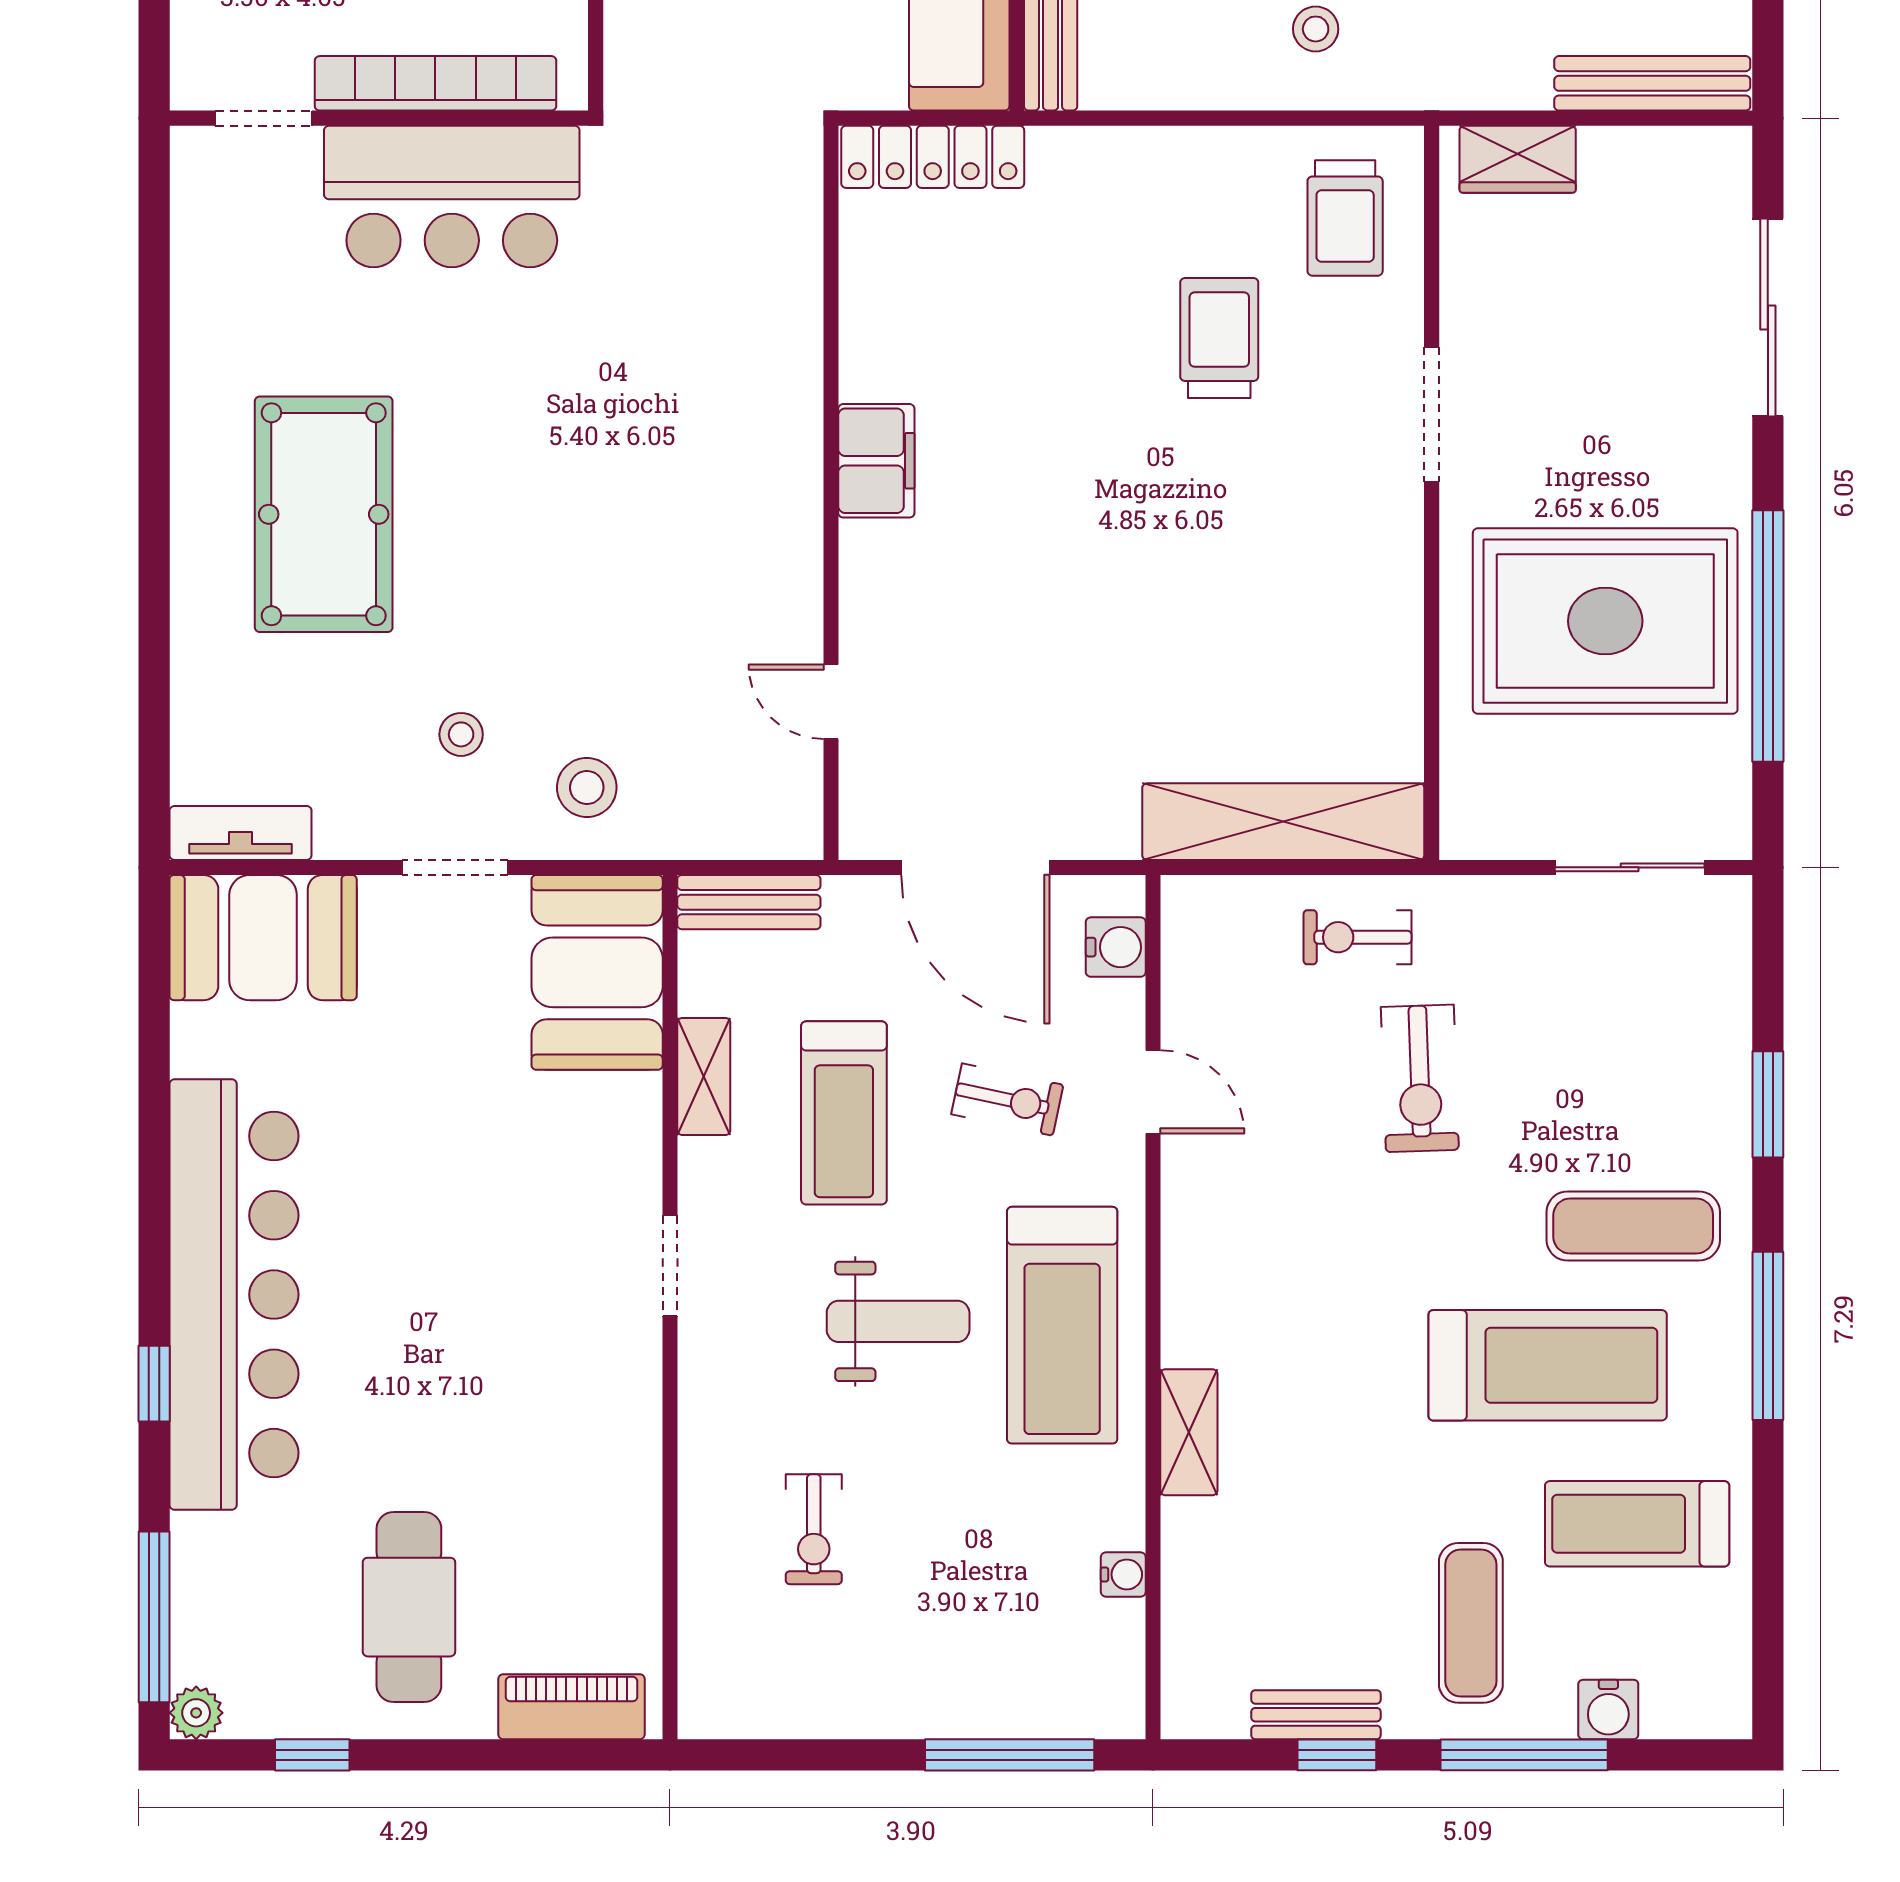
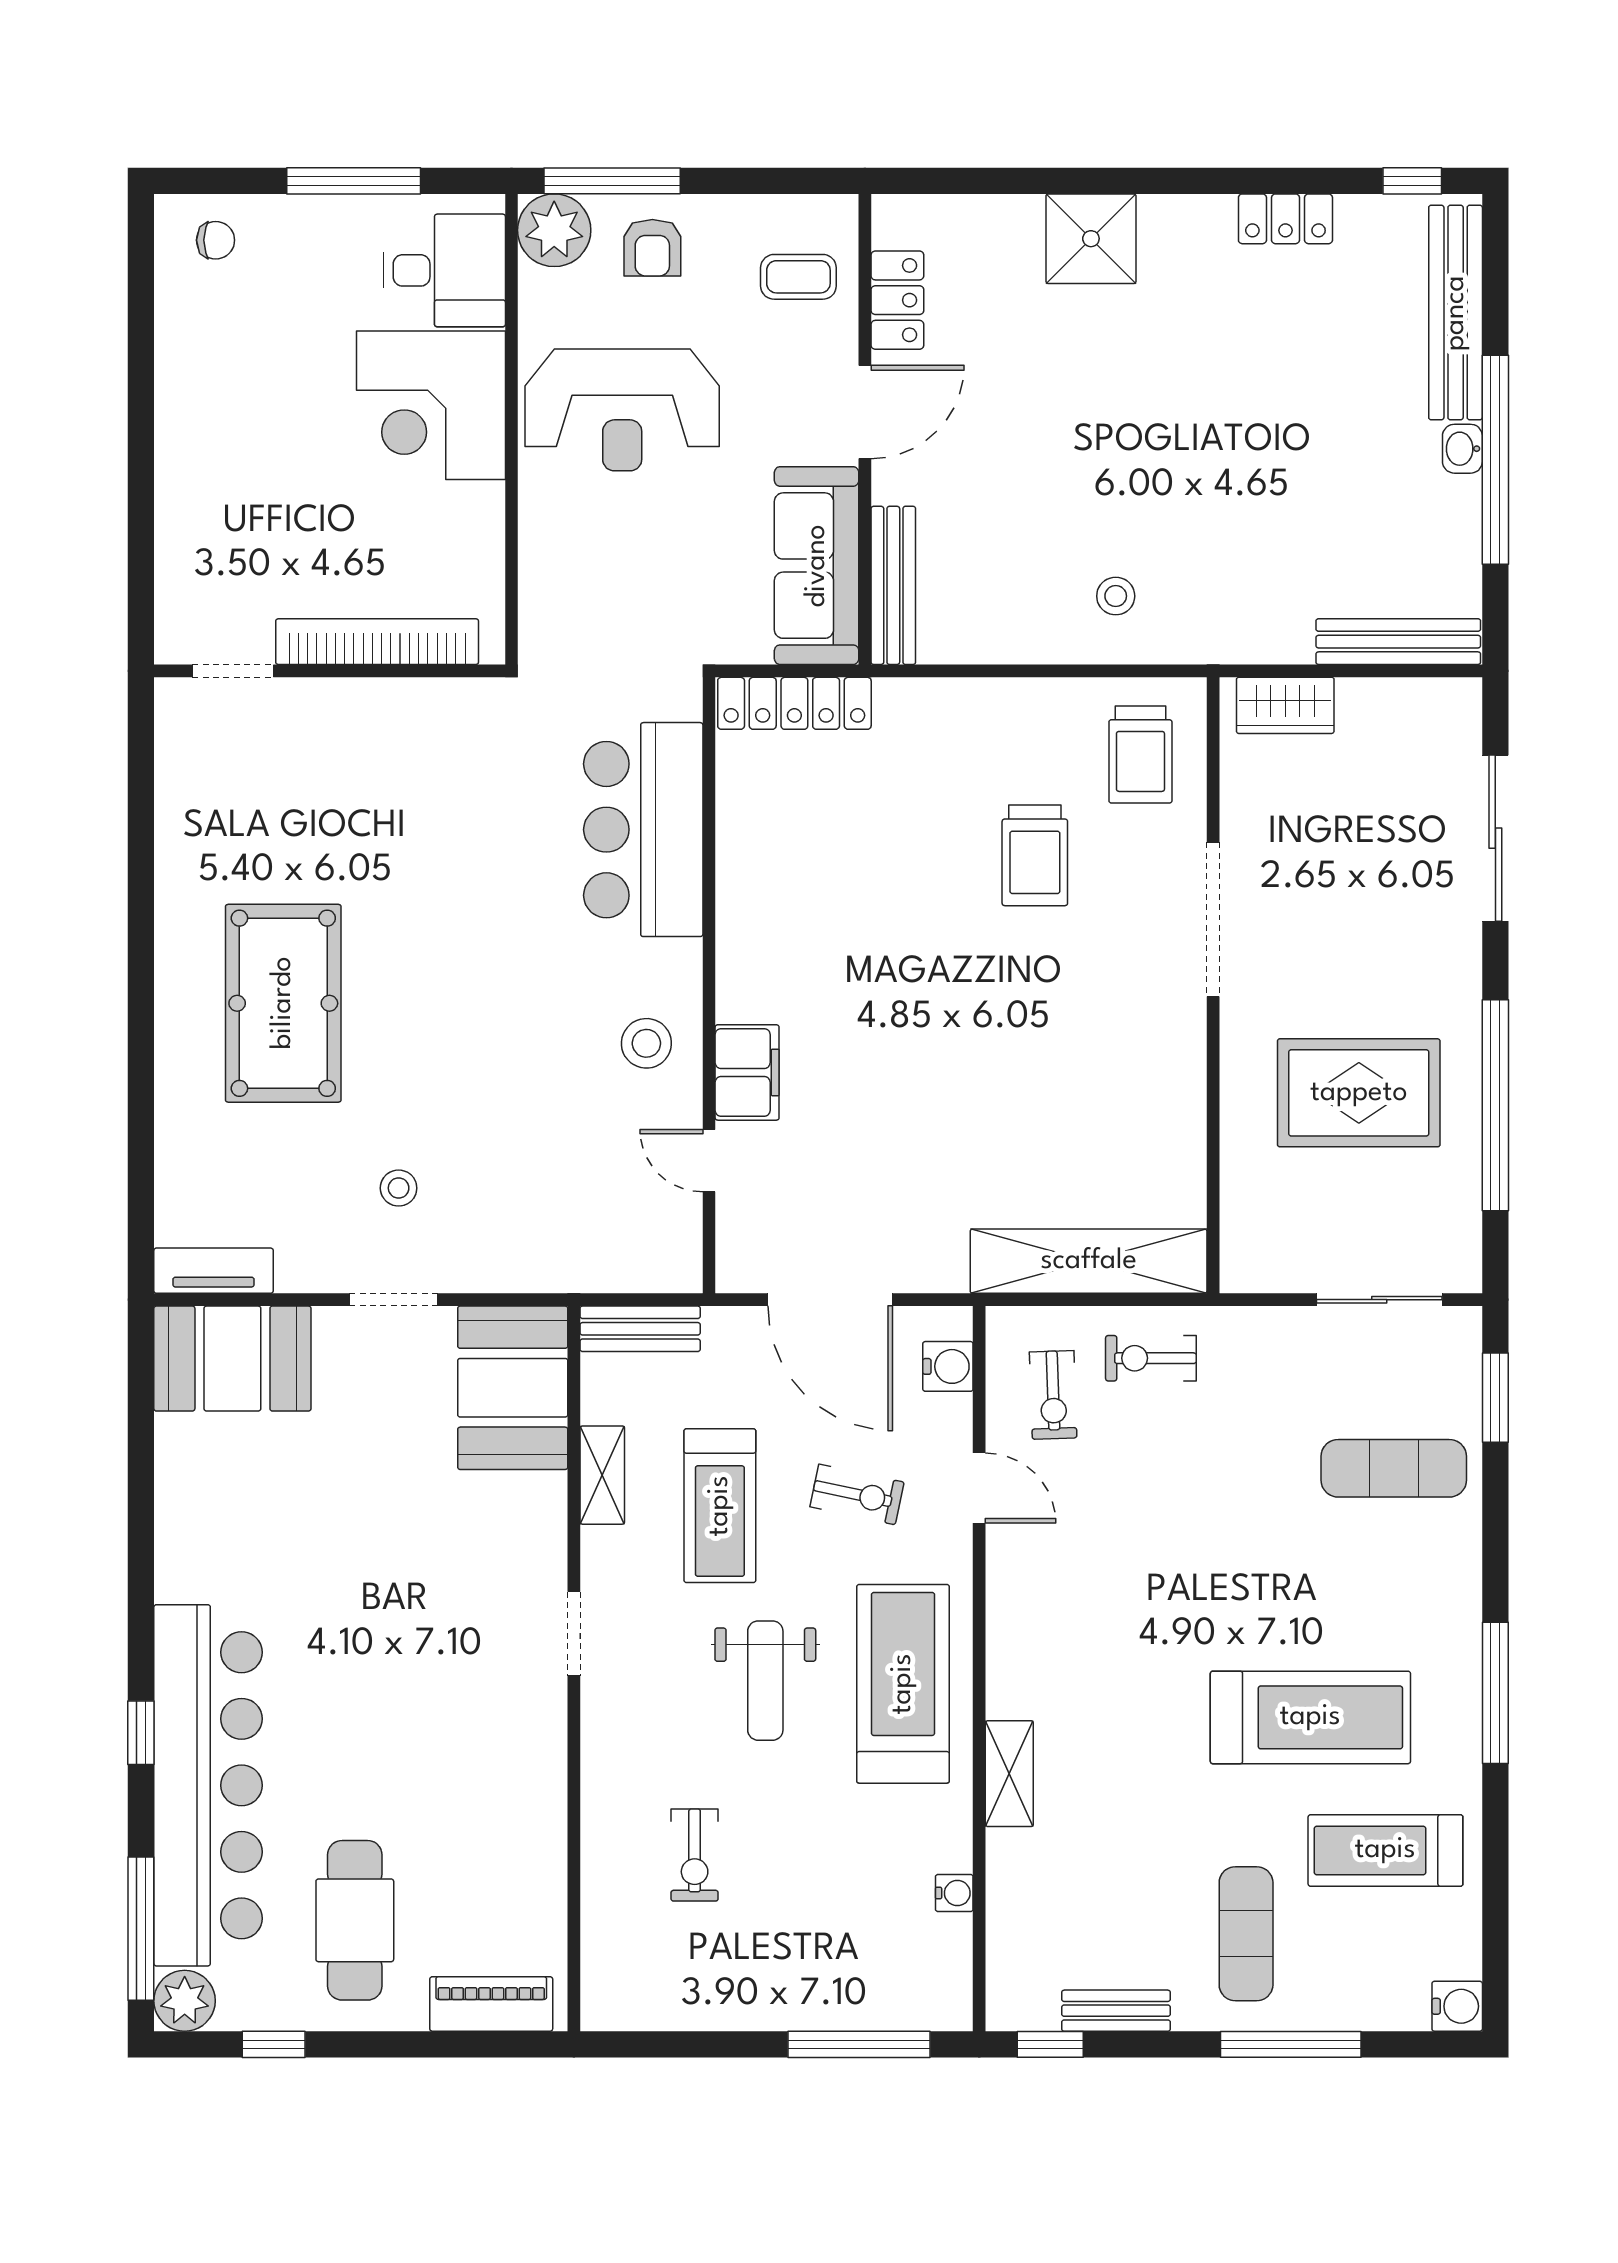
bar counter: (452, 196) -> (643, 830), moved, turned 90
trolley: (1219, 338) -> (1035, 855), turned 180
doorway: (1432, 414) -> (1213, 919), width x1.36
filing cabinet: (876, 461) -> (747, 1072), moved
rug: (1605, 621) -> (1359, 1093), width x0.73, depth x0.69
stool: (587, 787) -> (646, 1043), moved
exercise bike: (1420, 1078) -> (1053, 1395), moved, width x0.73, depth x0.72
window: (1768, 1104) -> (1495, 1398), moved
exercise mat: (1633, 1226) -> (1394, 1468), moved
bar counter: (234, 1295) -> (208, 1785), moved
weight bench: (898, 1321) -> (765, 1681), turned 90
treadmill: (1062, 1325) -> (903, 1684), turned 180
water cooler: (1608, 1709) -> (1457, 2006), moved, turned -90
plant: (196, 1713) -> (185, 2001), width x1.38, depth x1.38
window: (1337, 1755) -> (1050, 2044), moved

